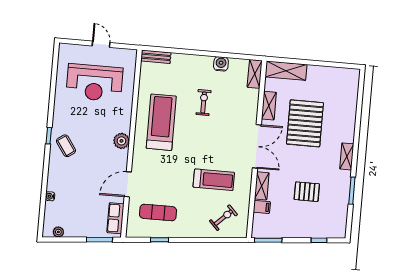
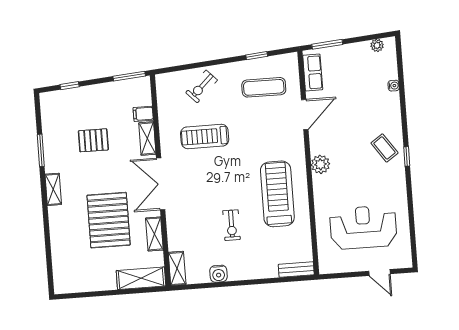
door: (101, 44) -> (379, 273), moved
treadmill: (161, 122) -> (277, 194), turned 180
exercise bike: (223, 218) -> (202, 86), moved

